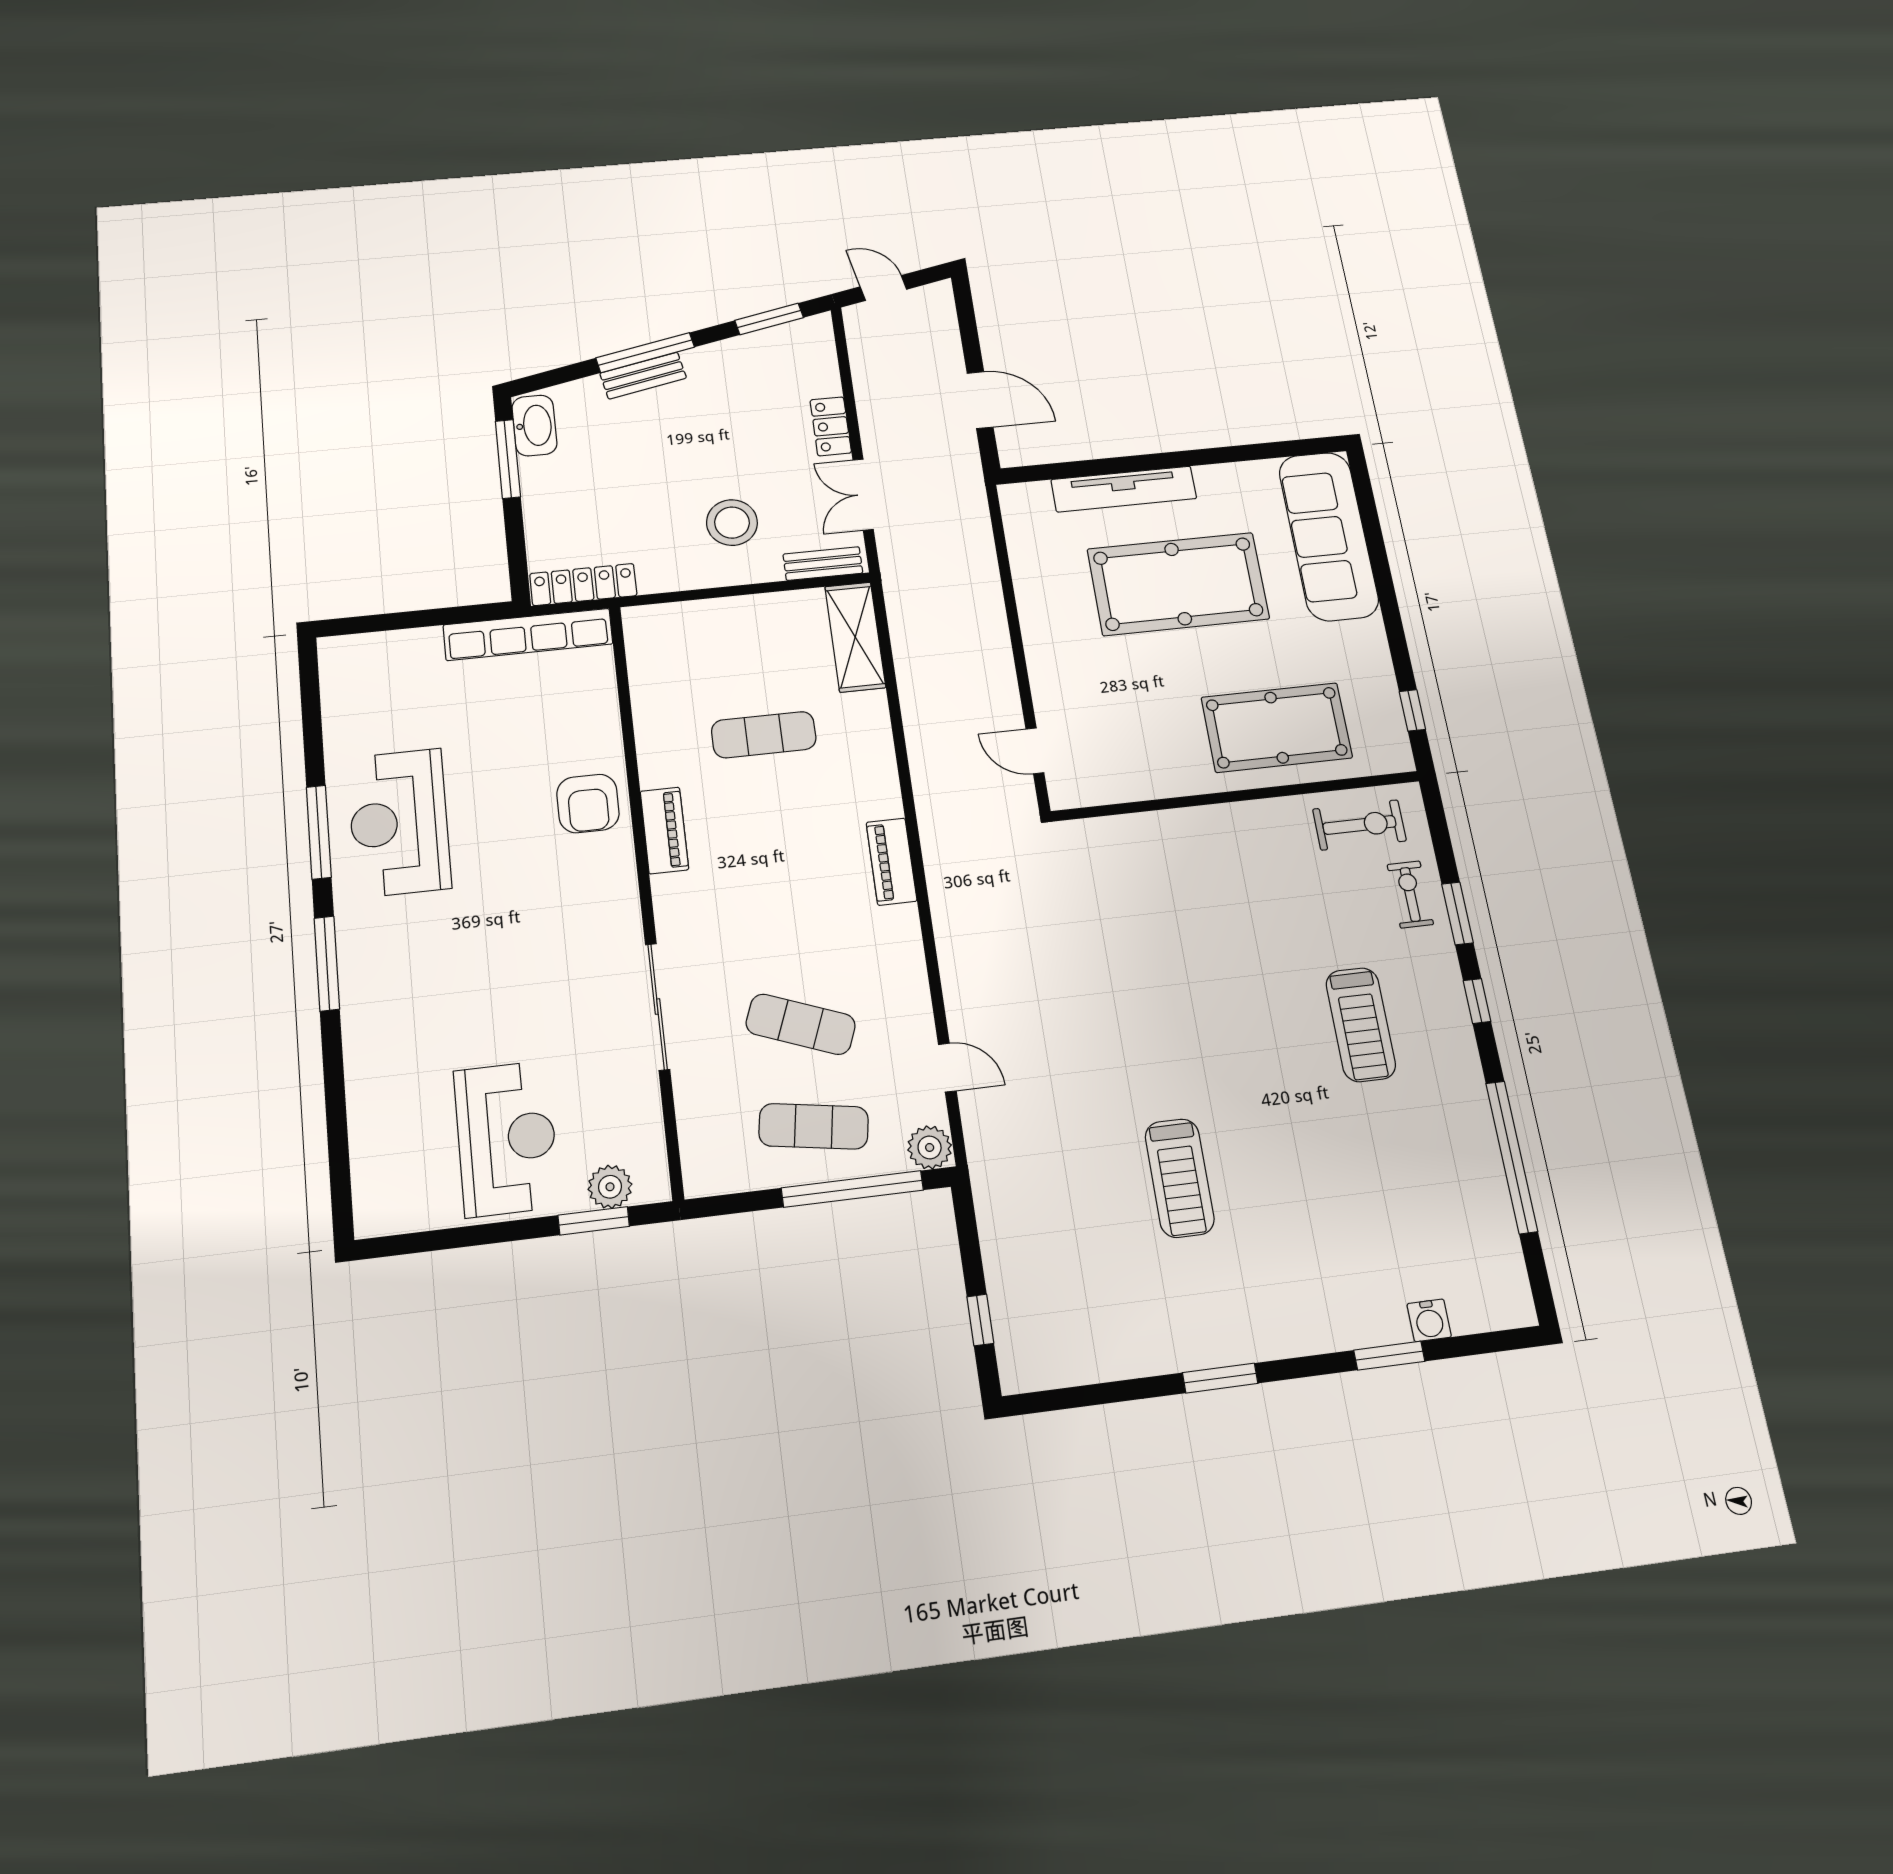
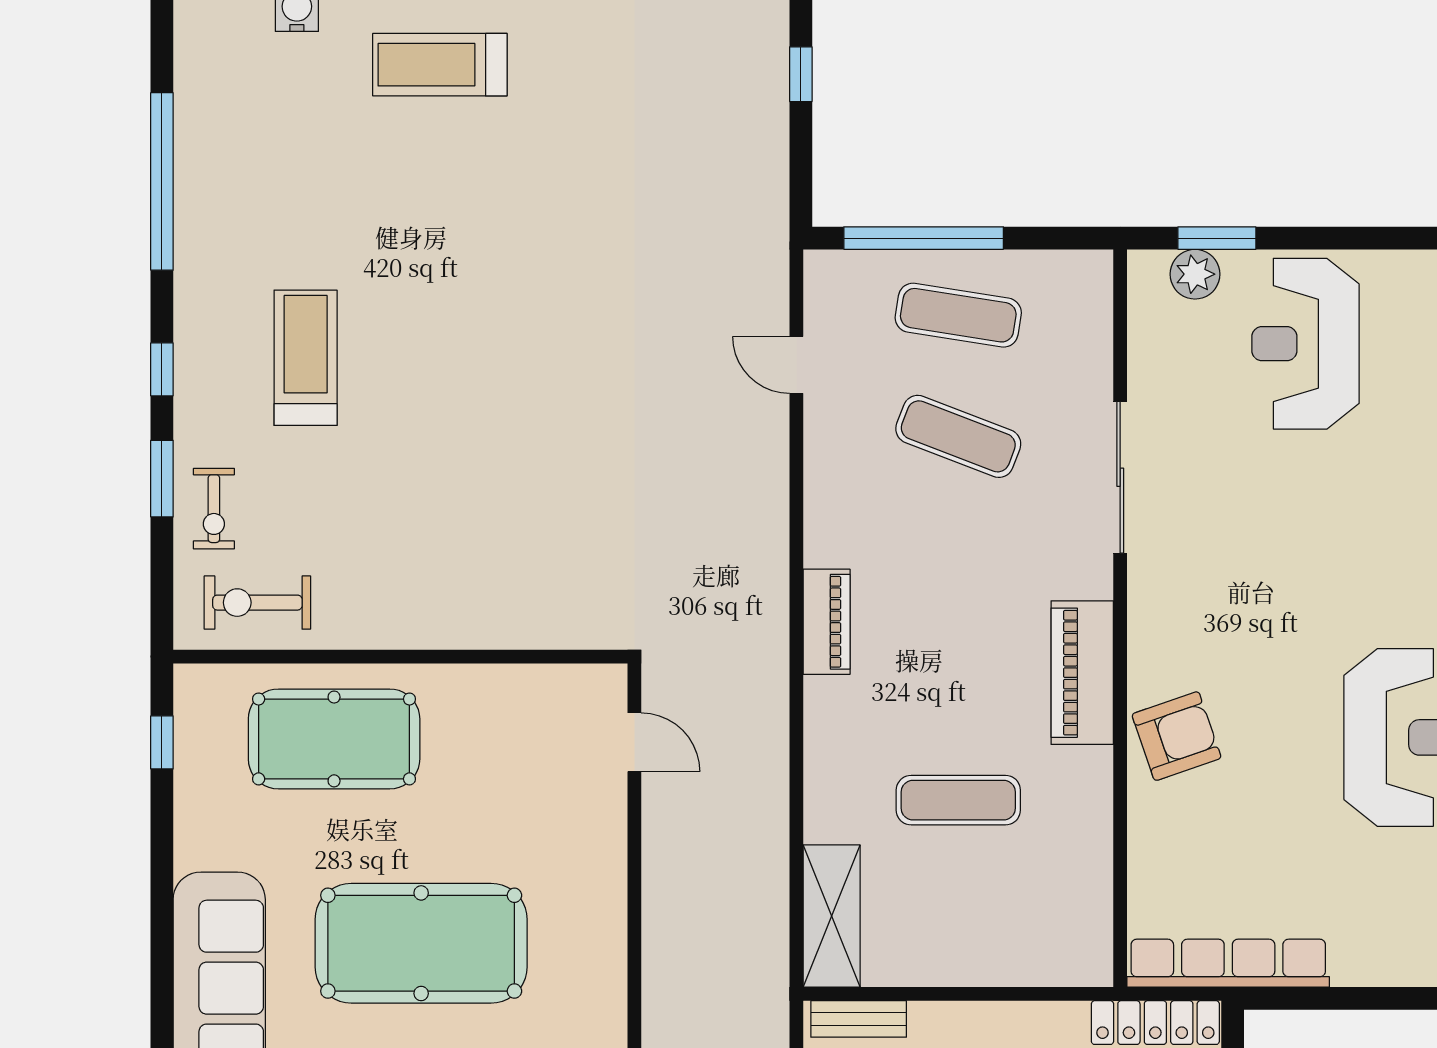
armchair: (588, 804) -> (1177, 736), turned 71
piano: (664, 830) -> (1082, 673), width x1.37, depth x1.33
plant: (930, 1147) -> (830, 275), removed
treadmill: (1180, 1178) -> (440, 65), moved, turned -90

